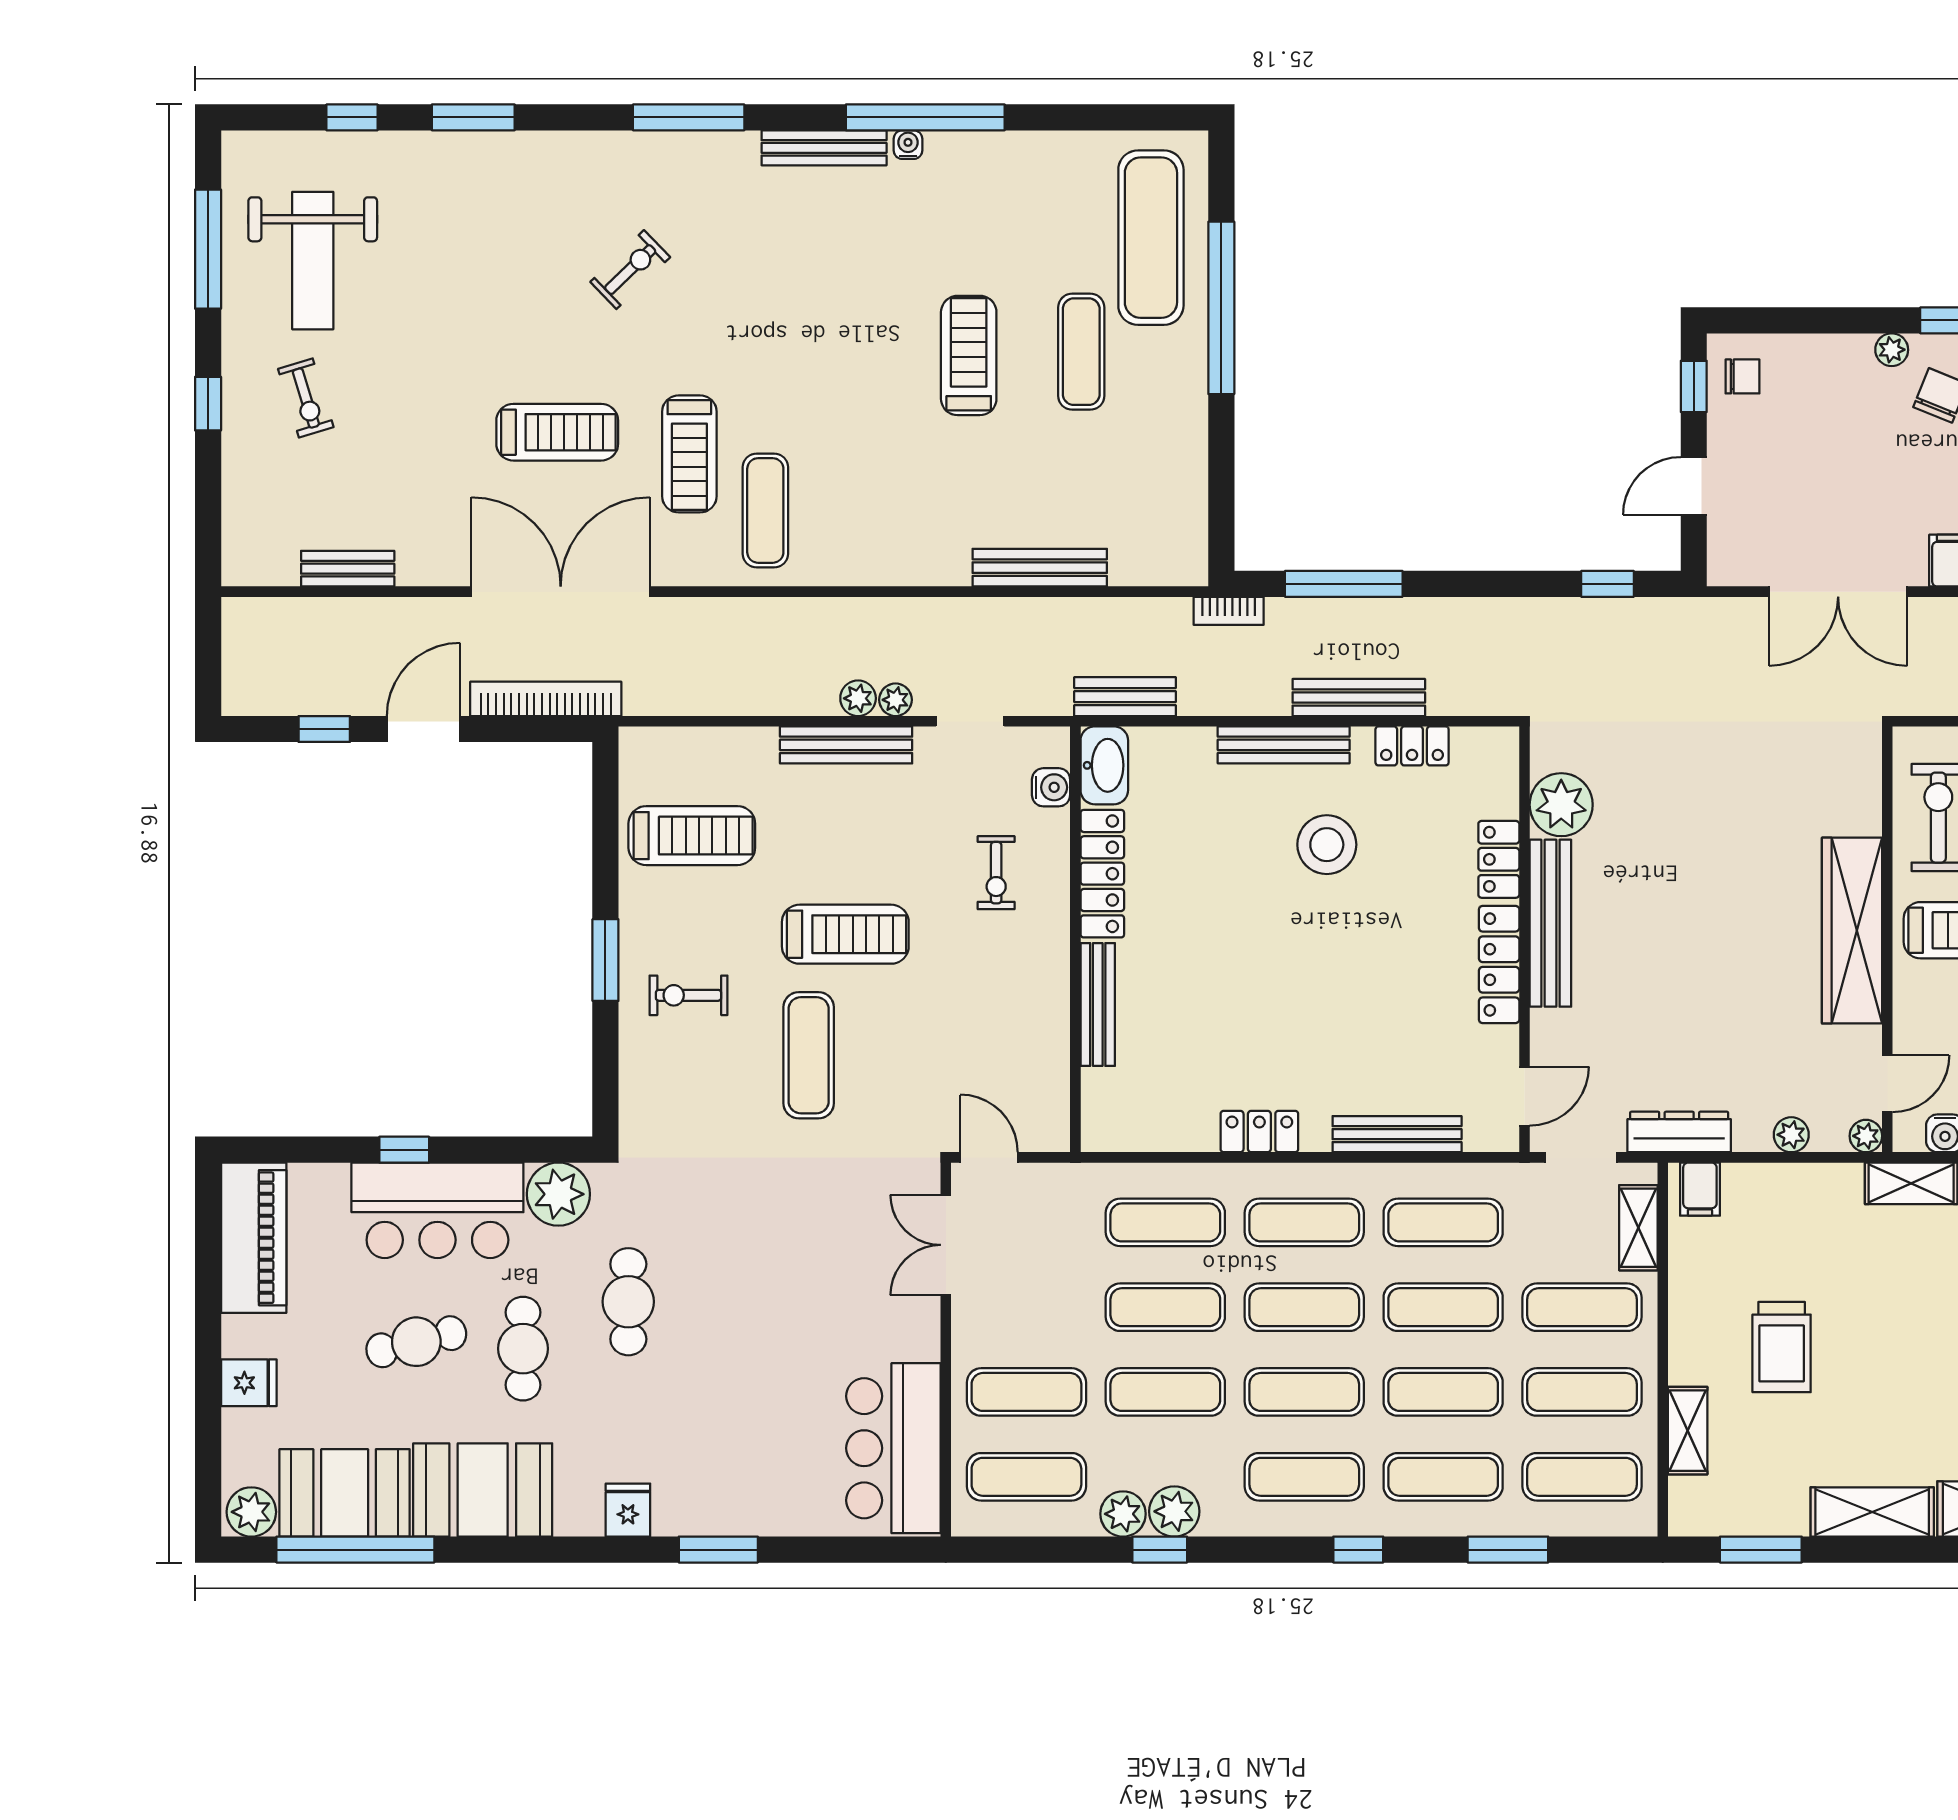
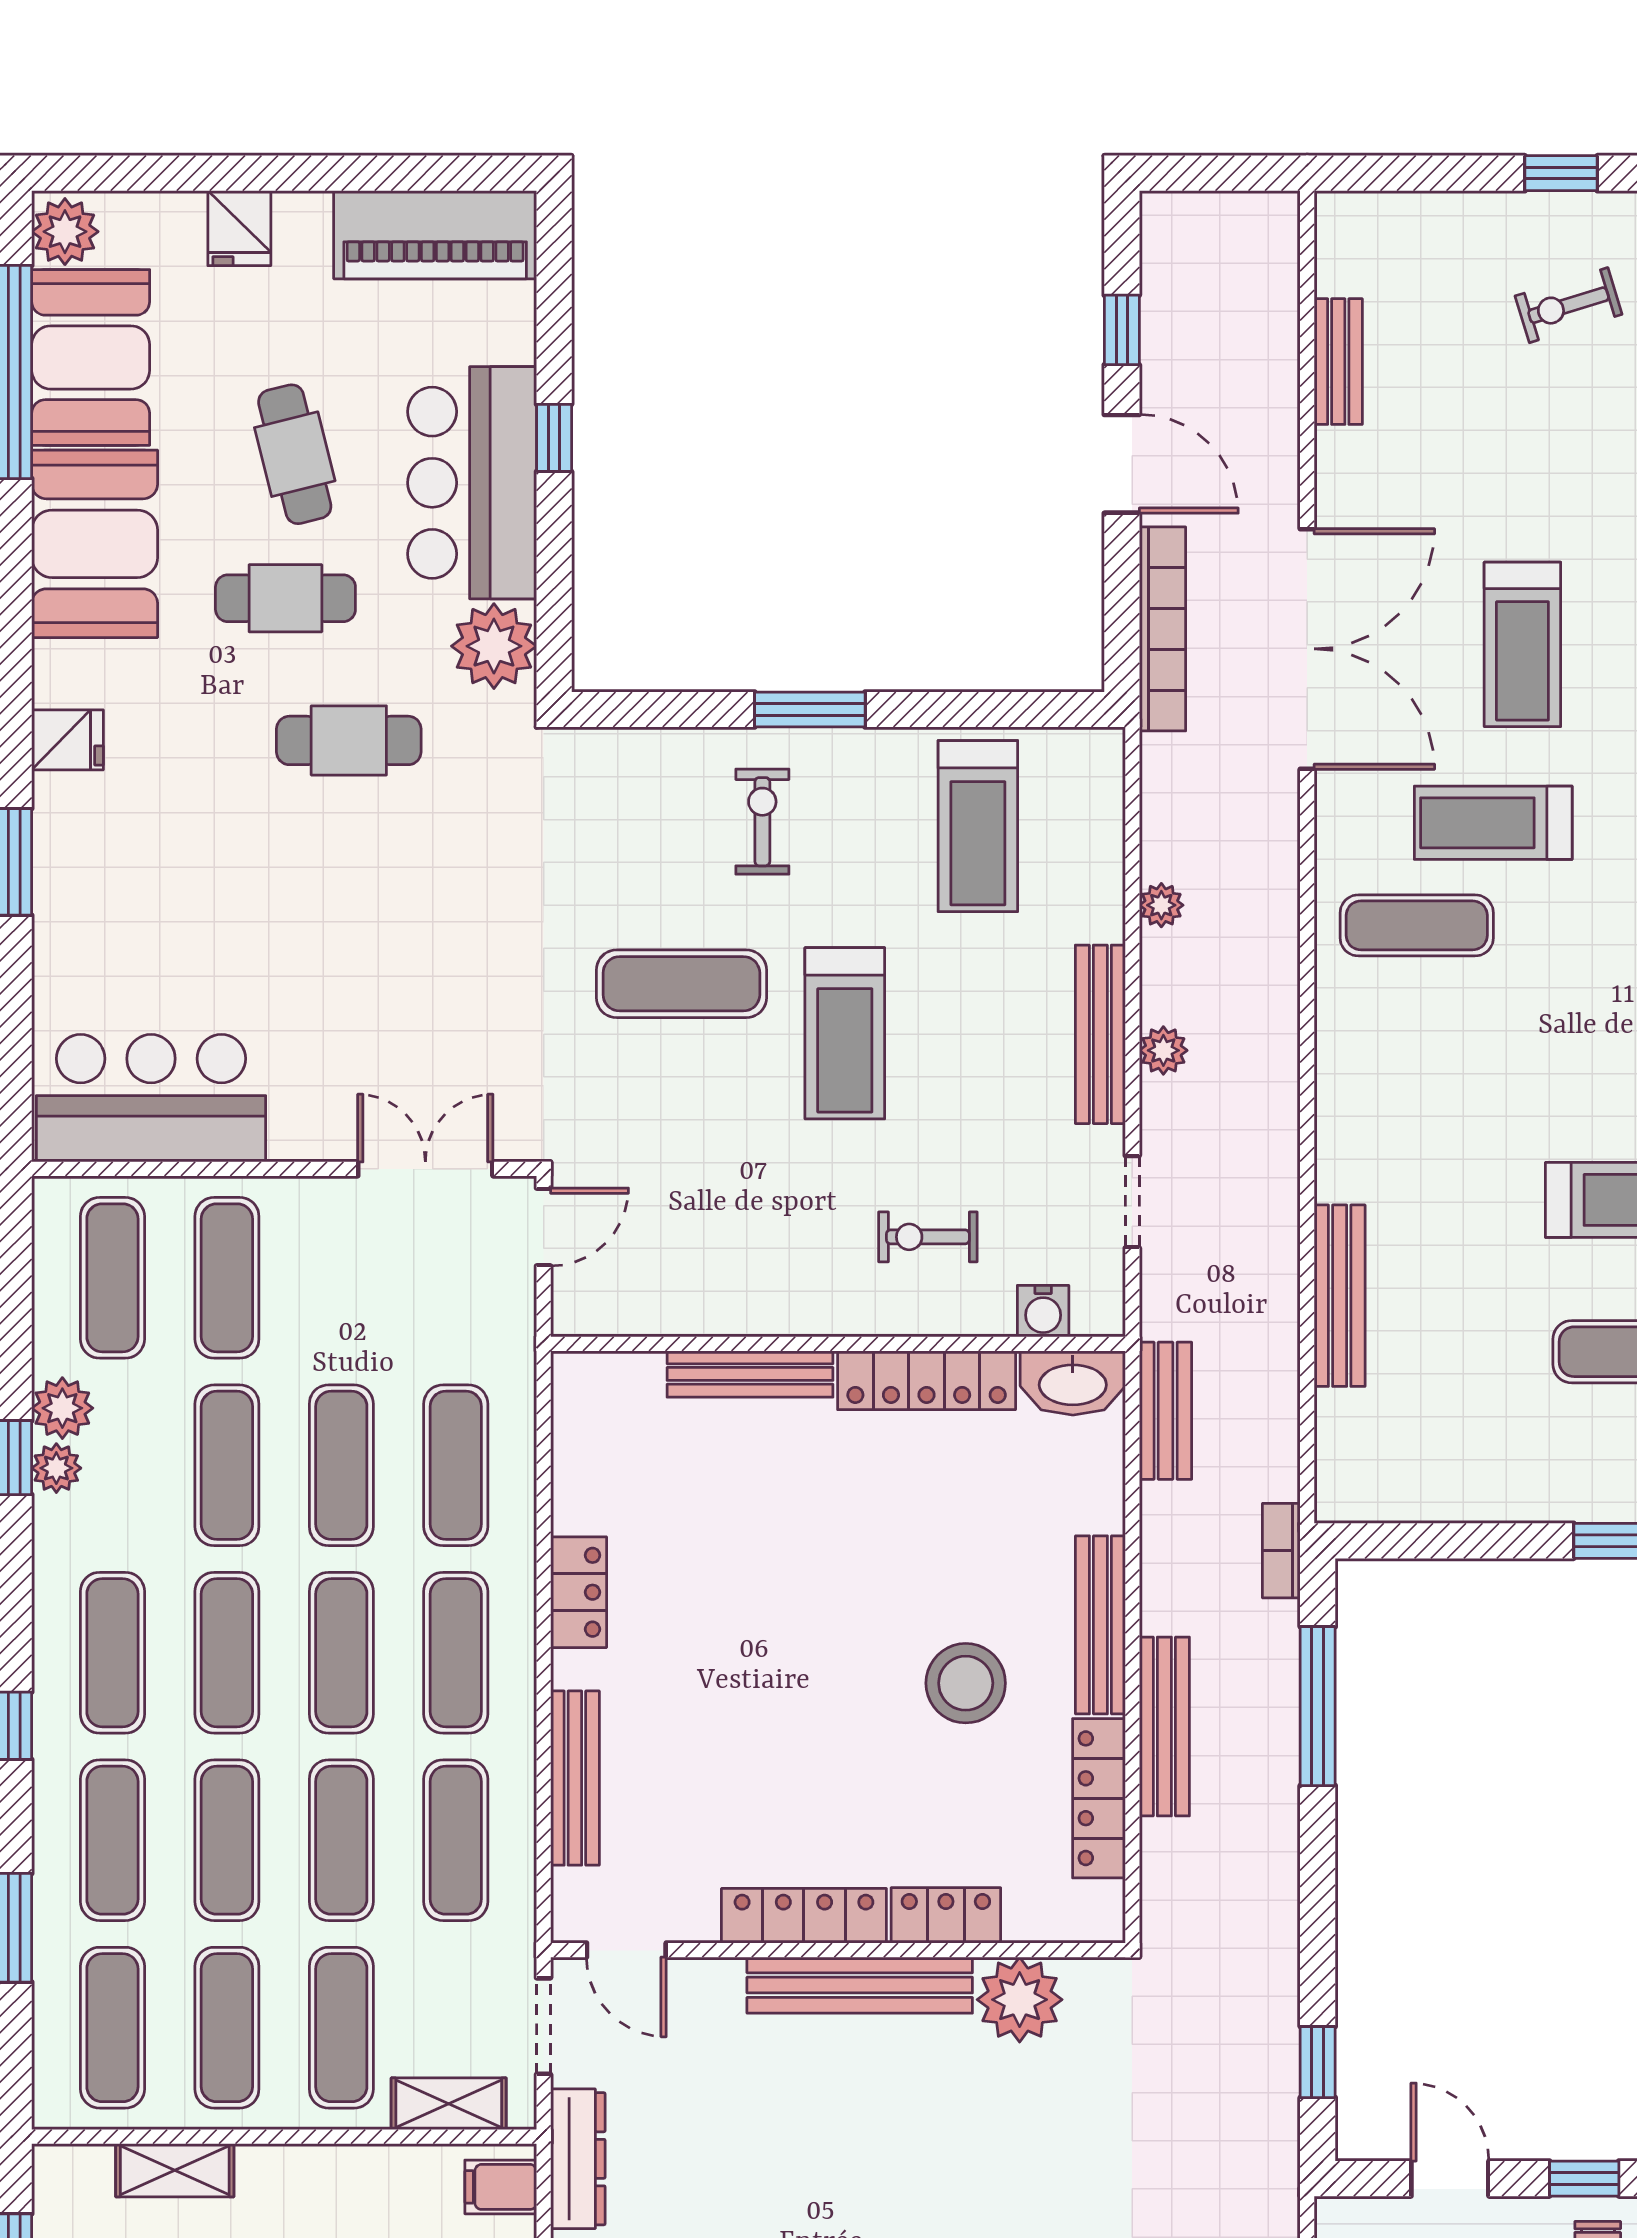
plant: (895, 700) -> (1161, 905), moved
locker: (1412, 746) -> (1099, 1798), width x1.53
plant: (1174, 1511) -> (56, 1468), width x0.73, depth x0.73

